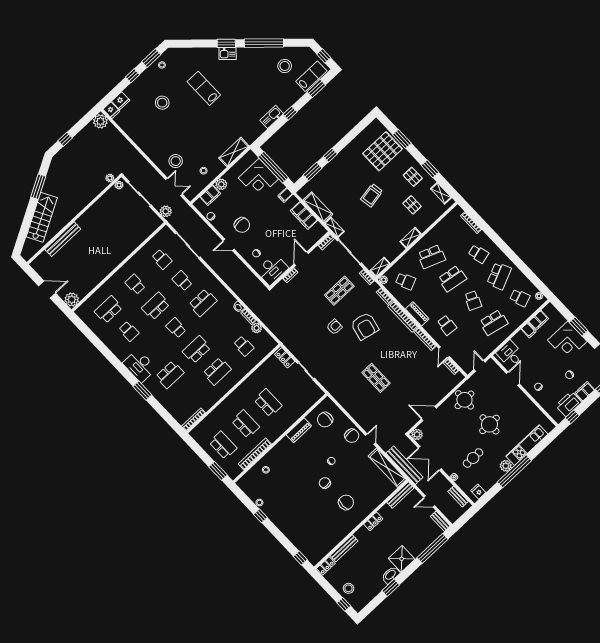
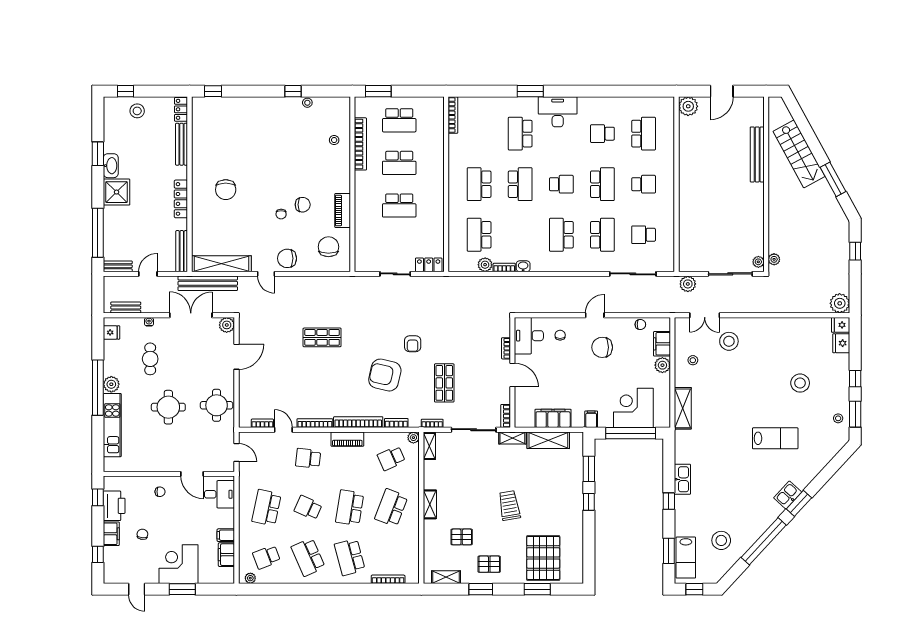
school desk: (478, 254) -> (350, 557), width x1.85
school desk: (182, 281) -> (602, 235), width x1.85
school desk: (244, 346) -> (479, 235), width x1.85
chair: (325, 483) -> (303, 205), moved
locker: (373, 521) -> (181, 199), width x1.53

